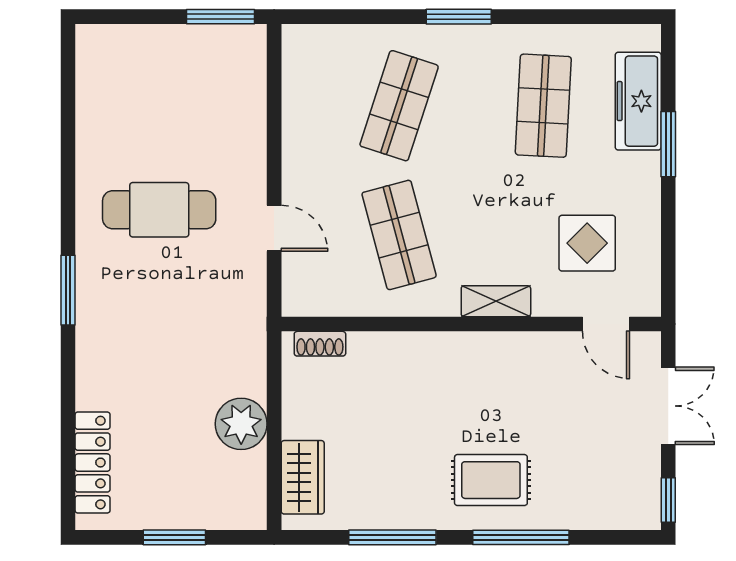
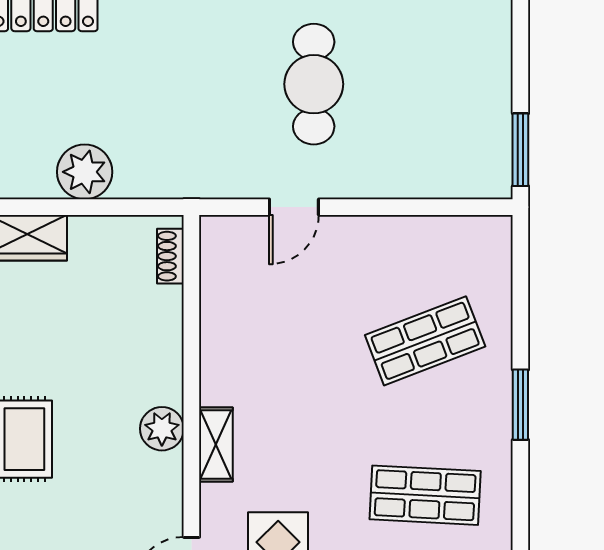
shop shelf: (399, 106) -> (425, 341), turned -39
shop shelf: (399, 235) -> (287, 341), removed
plant: (481, 352) -> (162, 429), added

